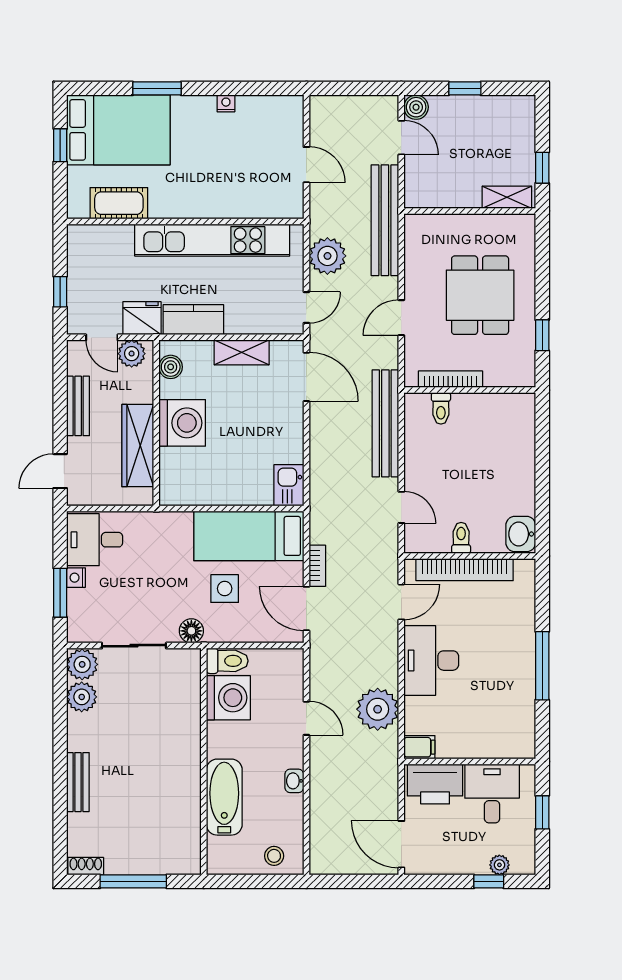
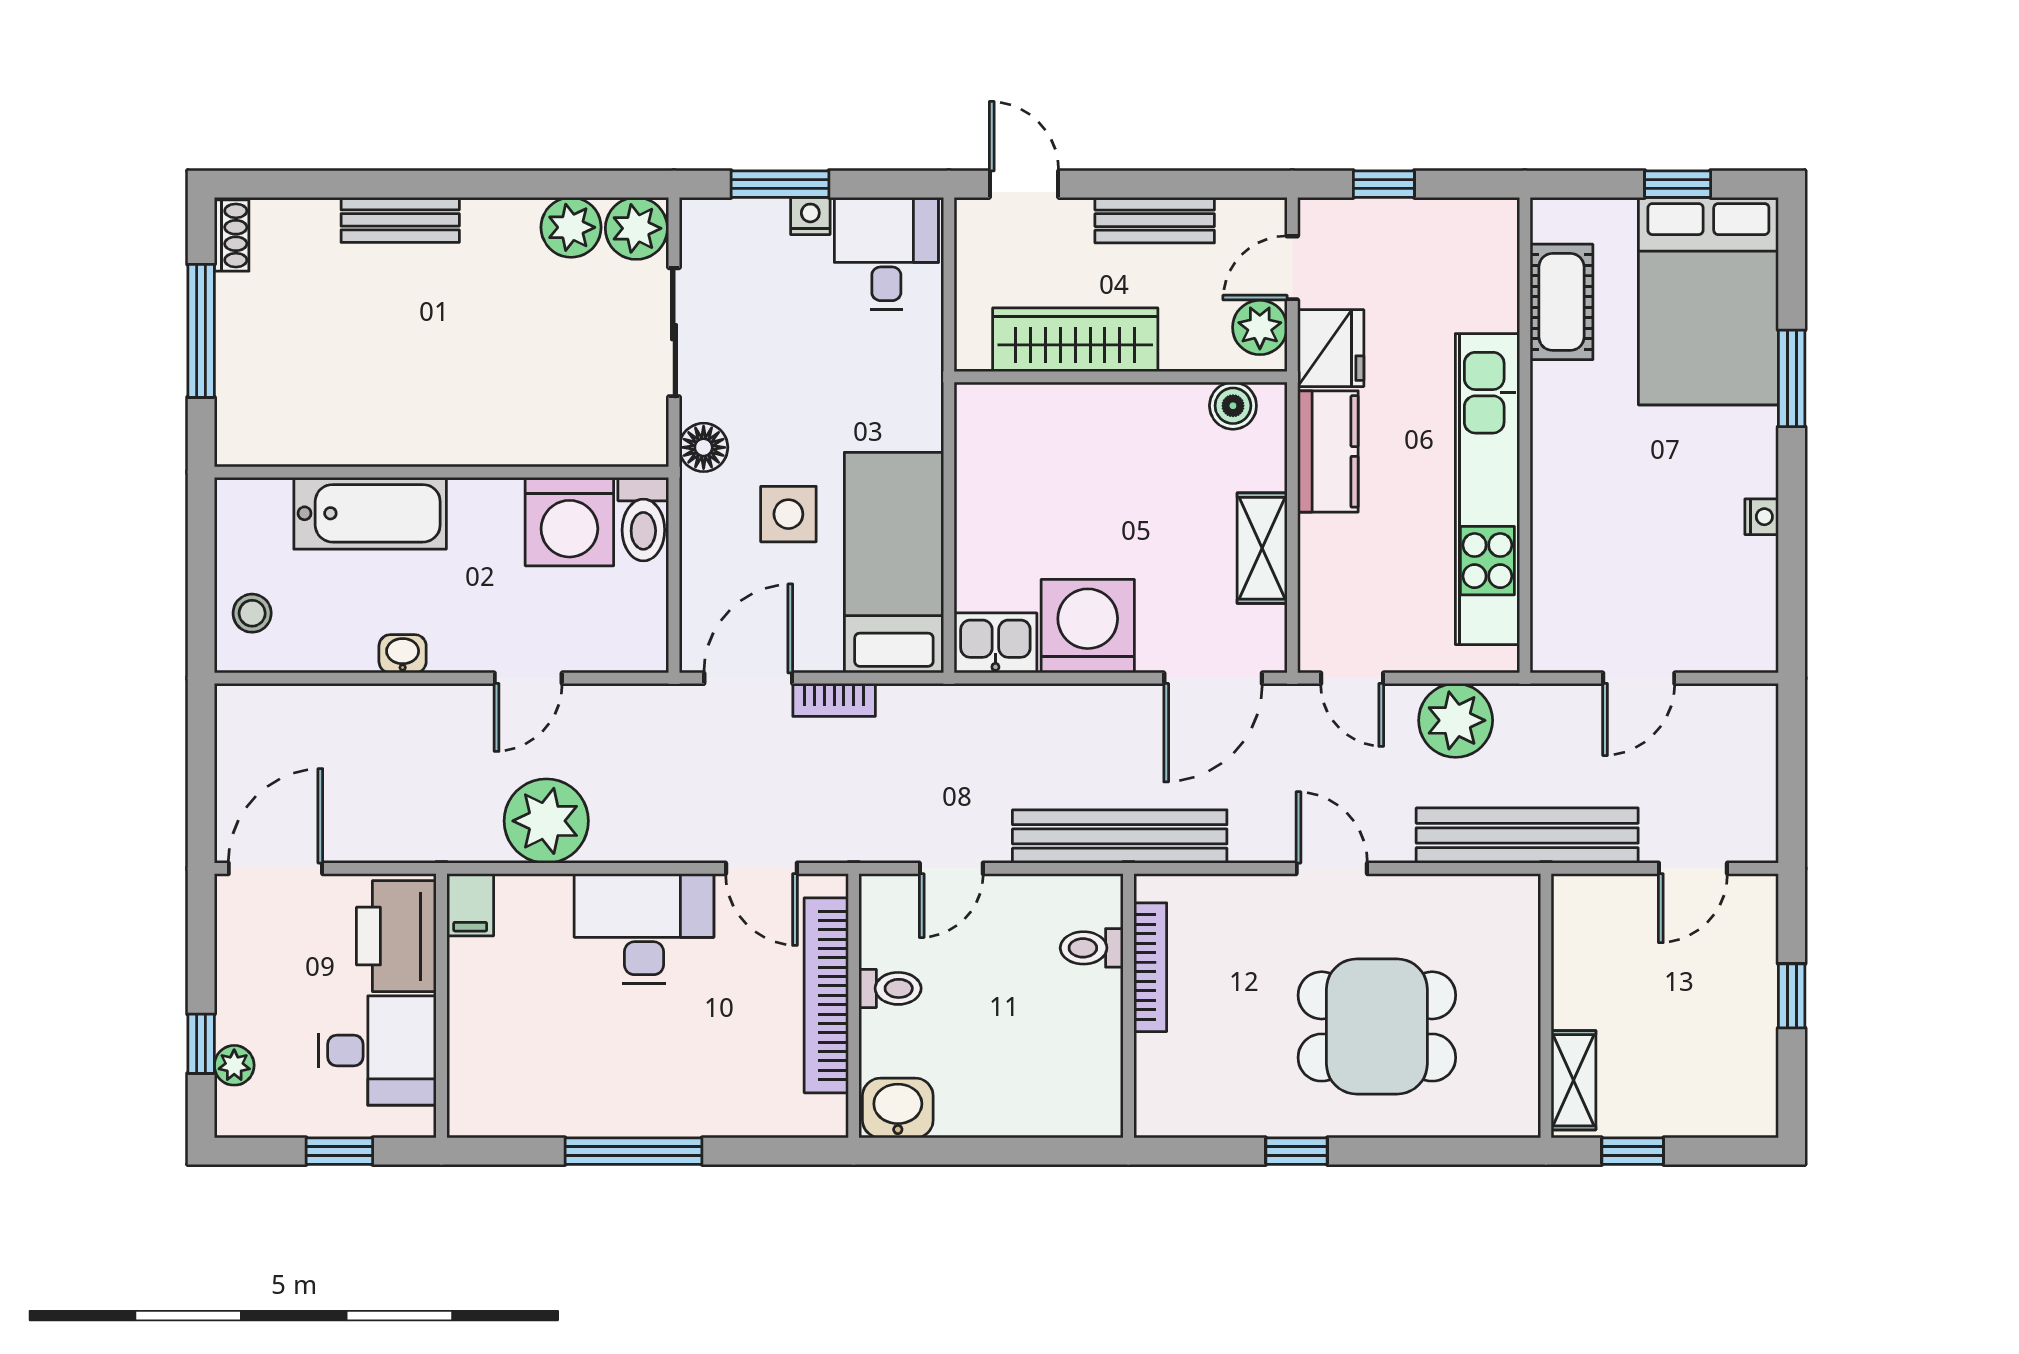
boiler: (416, 107) -> (1754, 898), removed
bookcase: (451, 379) -> (1150, 967), moved
wall: (470, 390) -> (1128, 1006), moved
toilet: (441, 408) -> (1092, 948), moved
washing machine: (182, 423) -> (1088, 626), moved, turned 180

